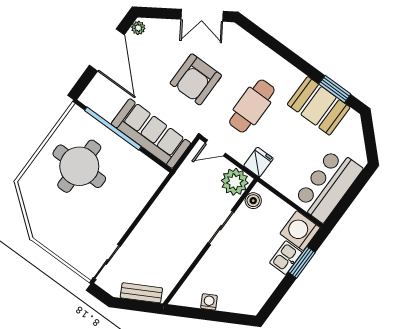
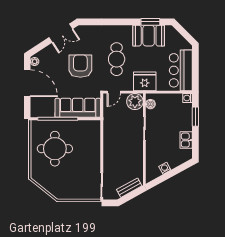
armchair: (196, 79) -> (80, 66), turned 180
fridge: (258, 162) -> (145, 81), width x1.88, depth x1.34
washing machine: (300, 231) -> (188, 98), width x0.53, depth x0.53
kitchen sink: (286, 258) -> (186, 140), moved

